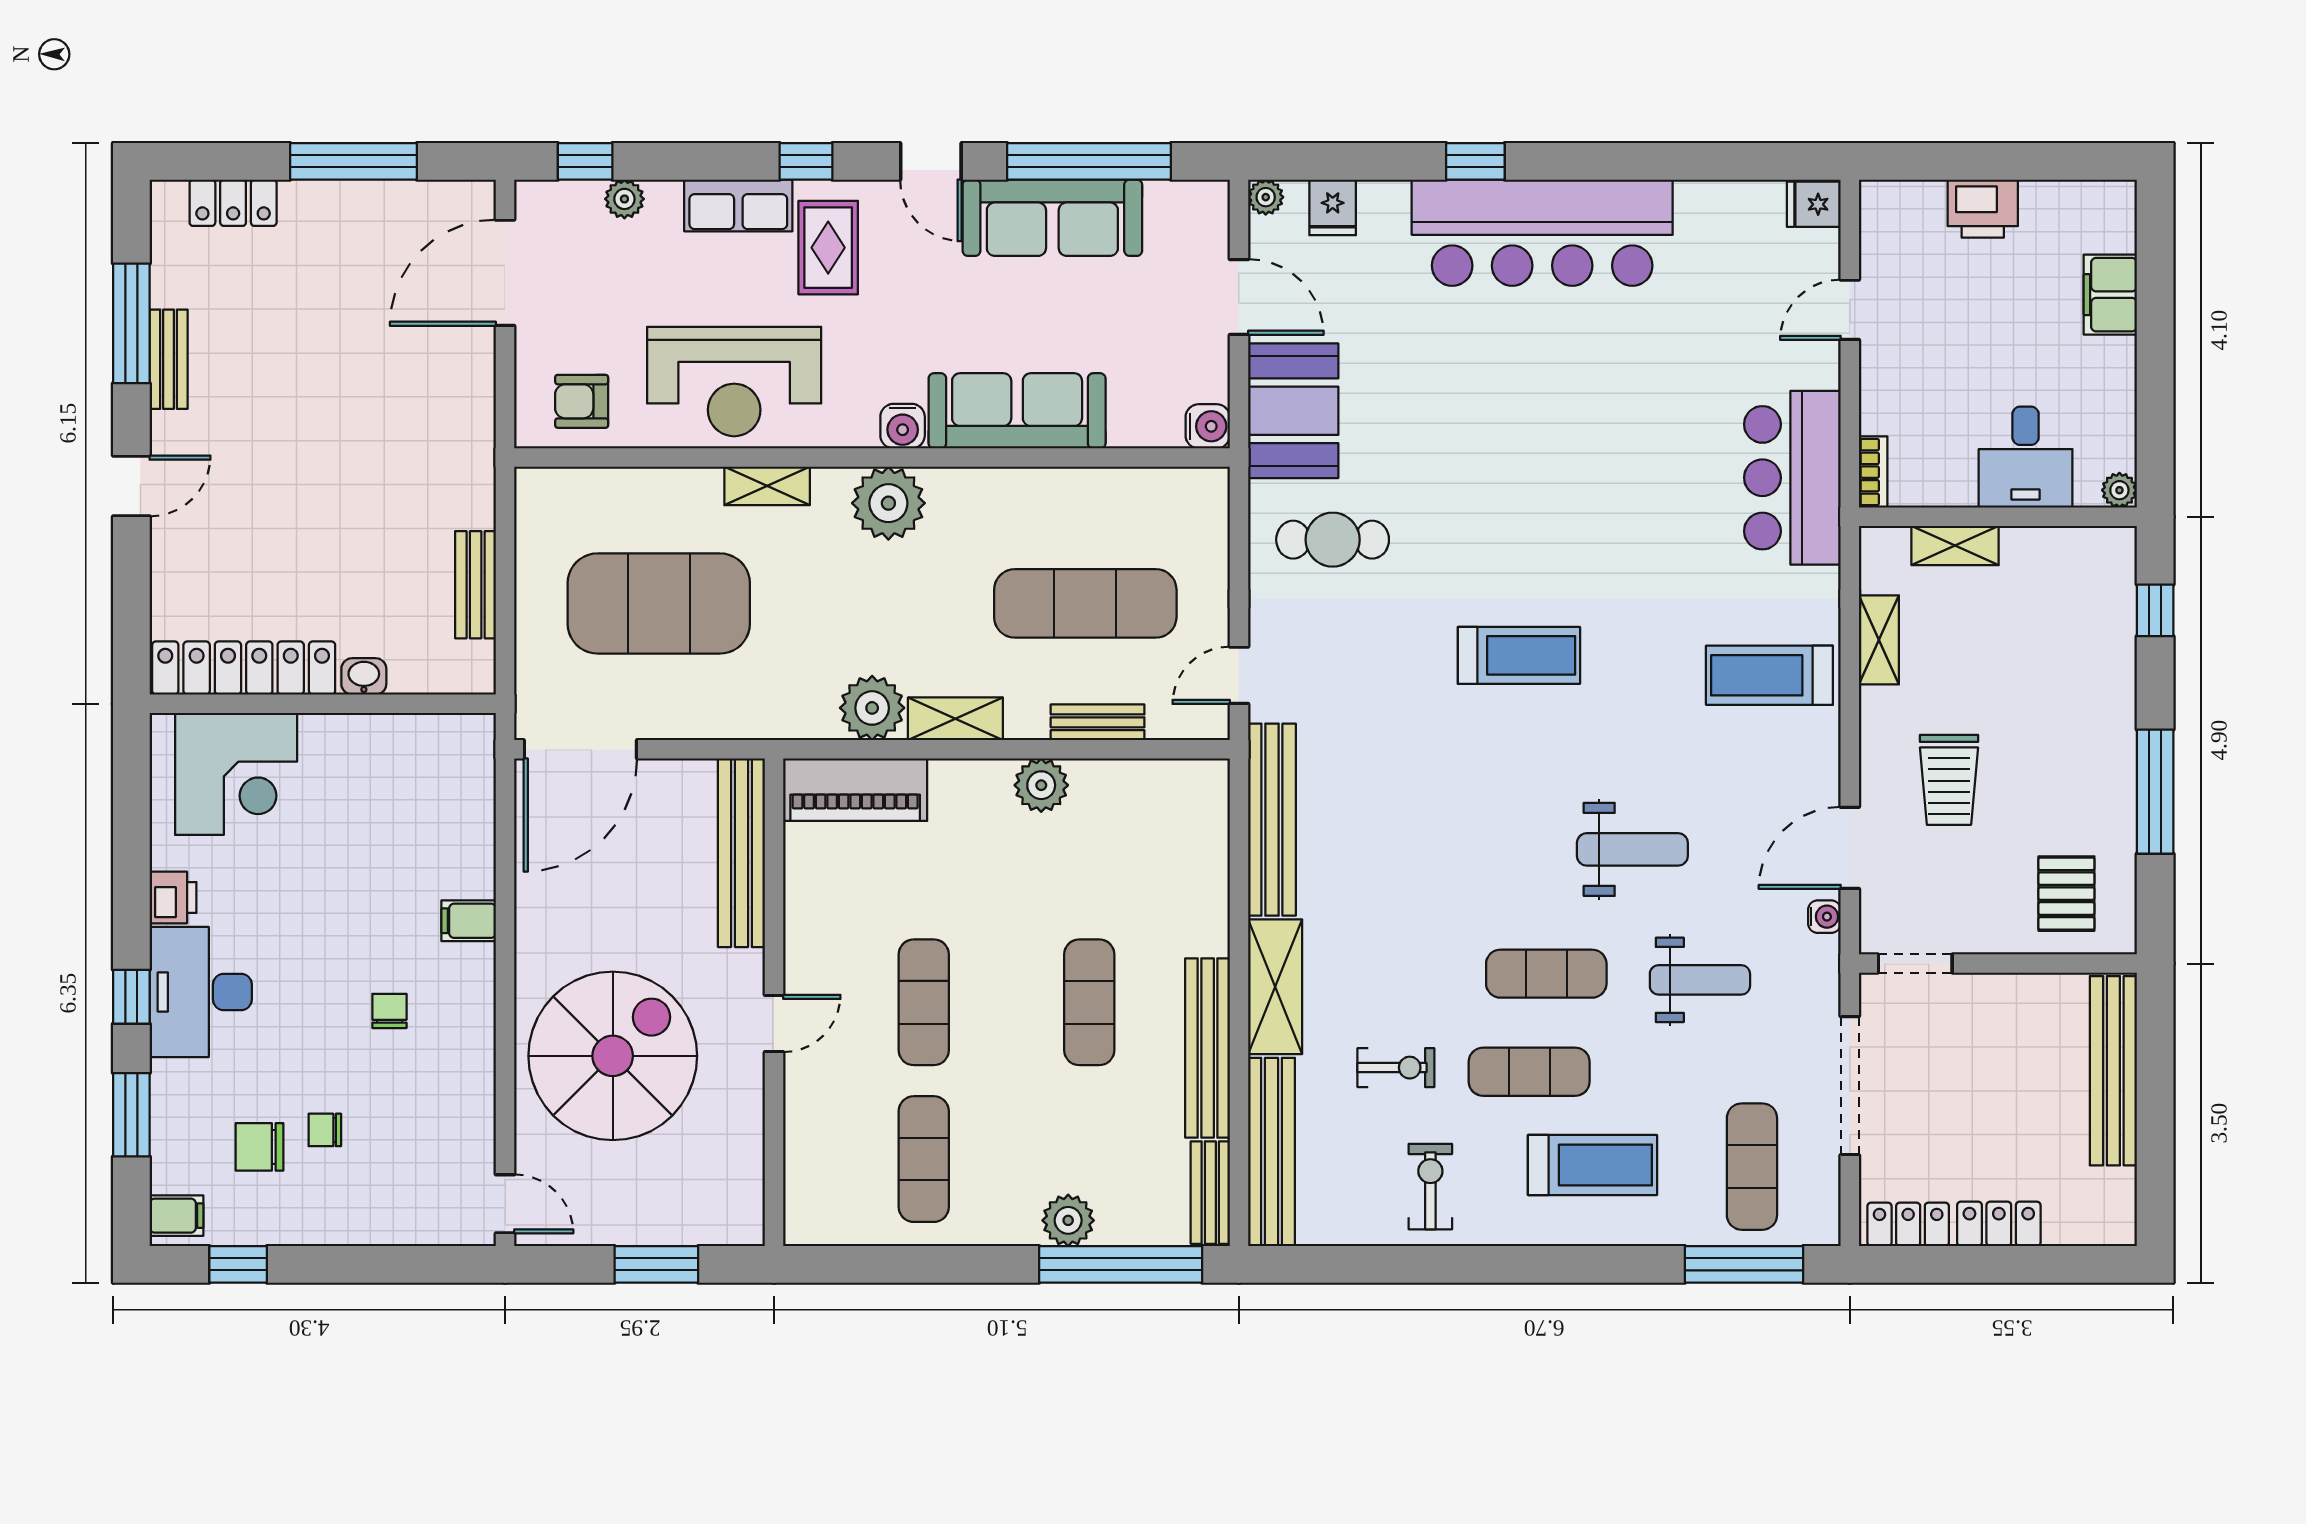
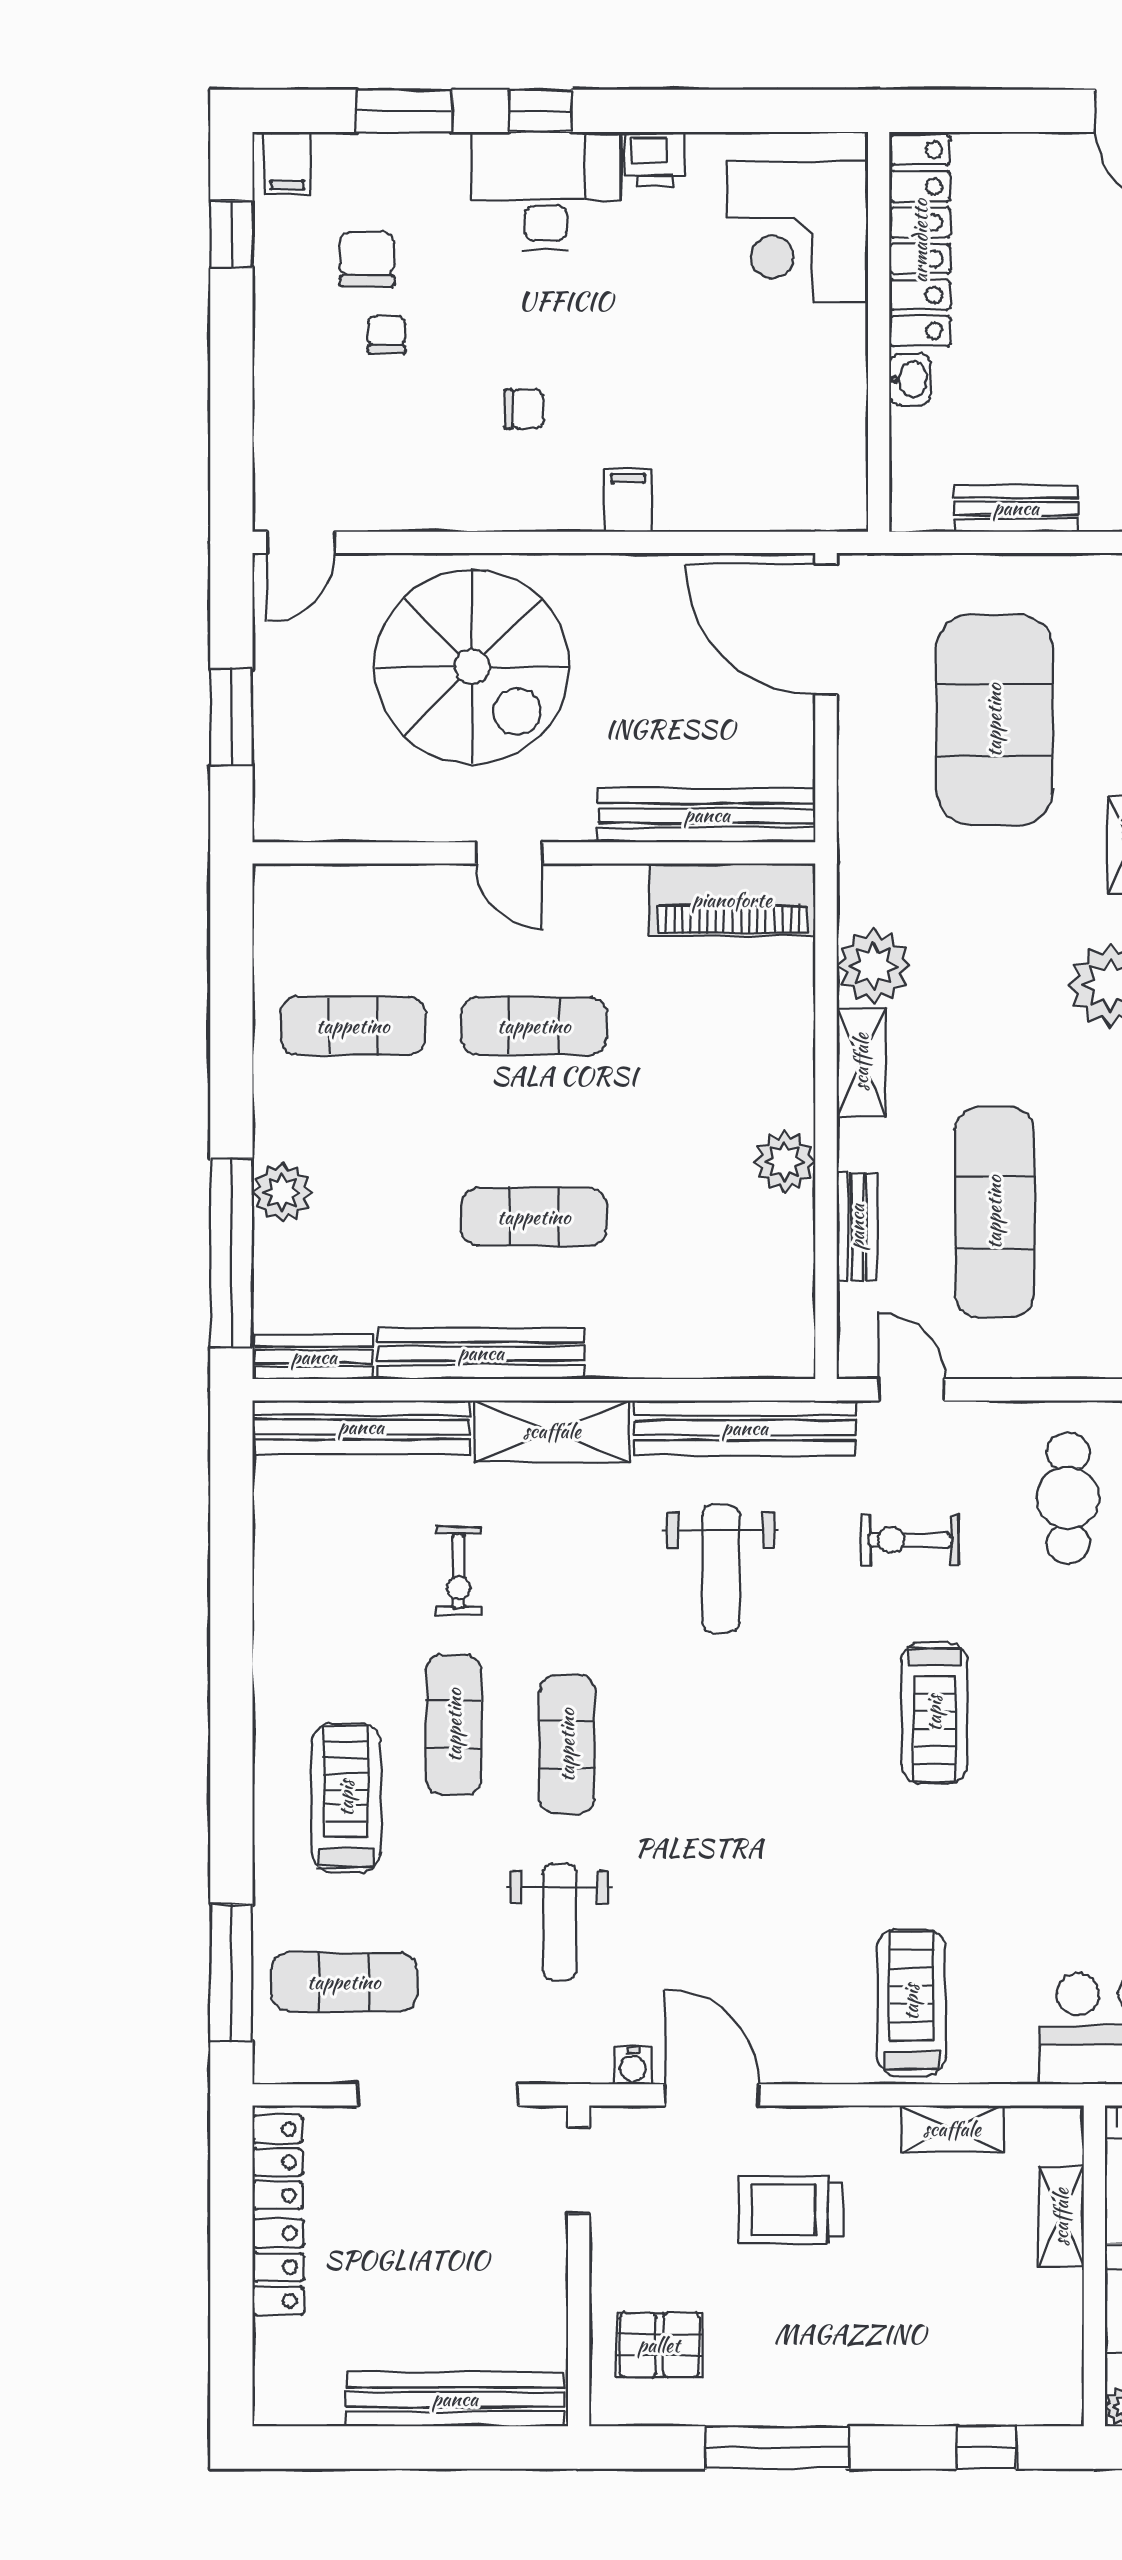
piano: (855, 790) -> (732, 900), moved, turned -90
weight bench: (1632, 849) -> (721, 1569), moved
treadmill: (1592, 1165) -> (346, 1798), turned 180
exercise bike: (1430, 1187) -> (910, 1540), moved, turned 180

